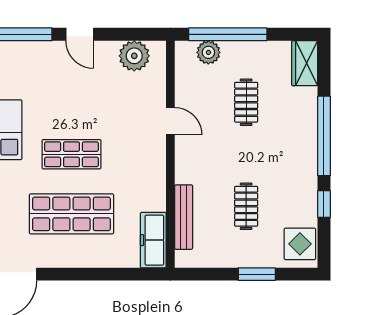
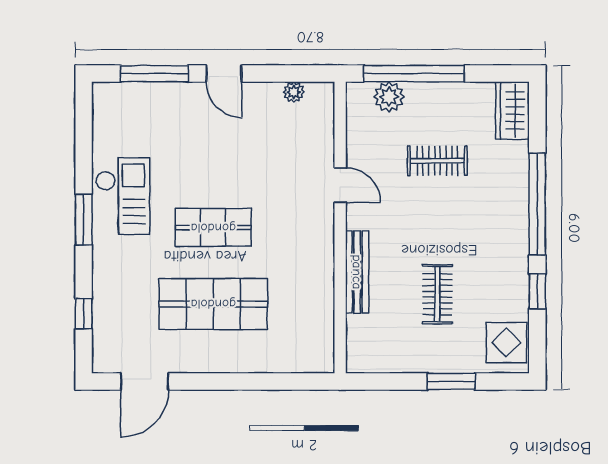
plant: (134, 56) -> (294, 92), width x0.53, depth x0.53
clothes rail: (246, 102) -> (437, 161), turned 90
bench: (184, 217) -> (357, 272), moved
freezer: (153, 240) -> (318, 338), removed

